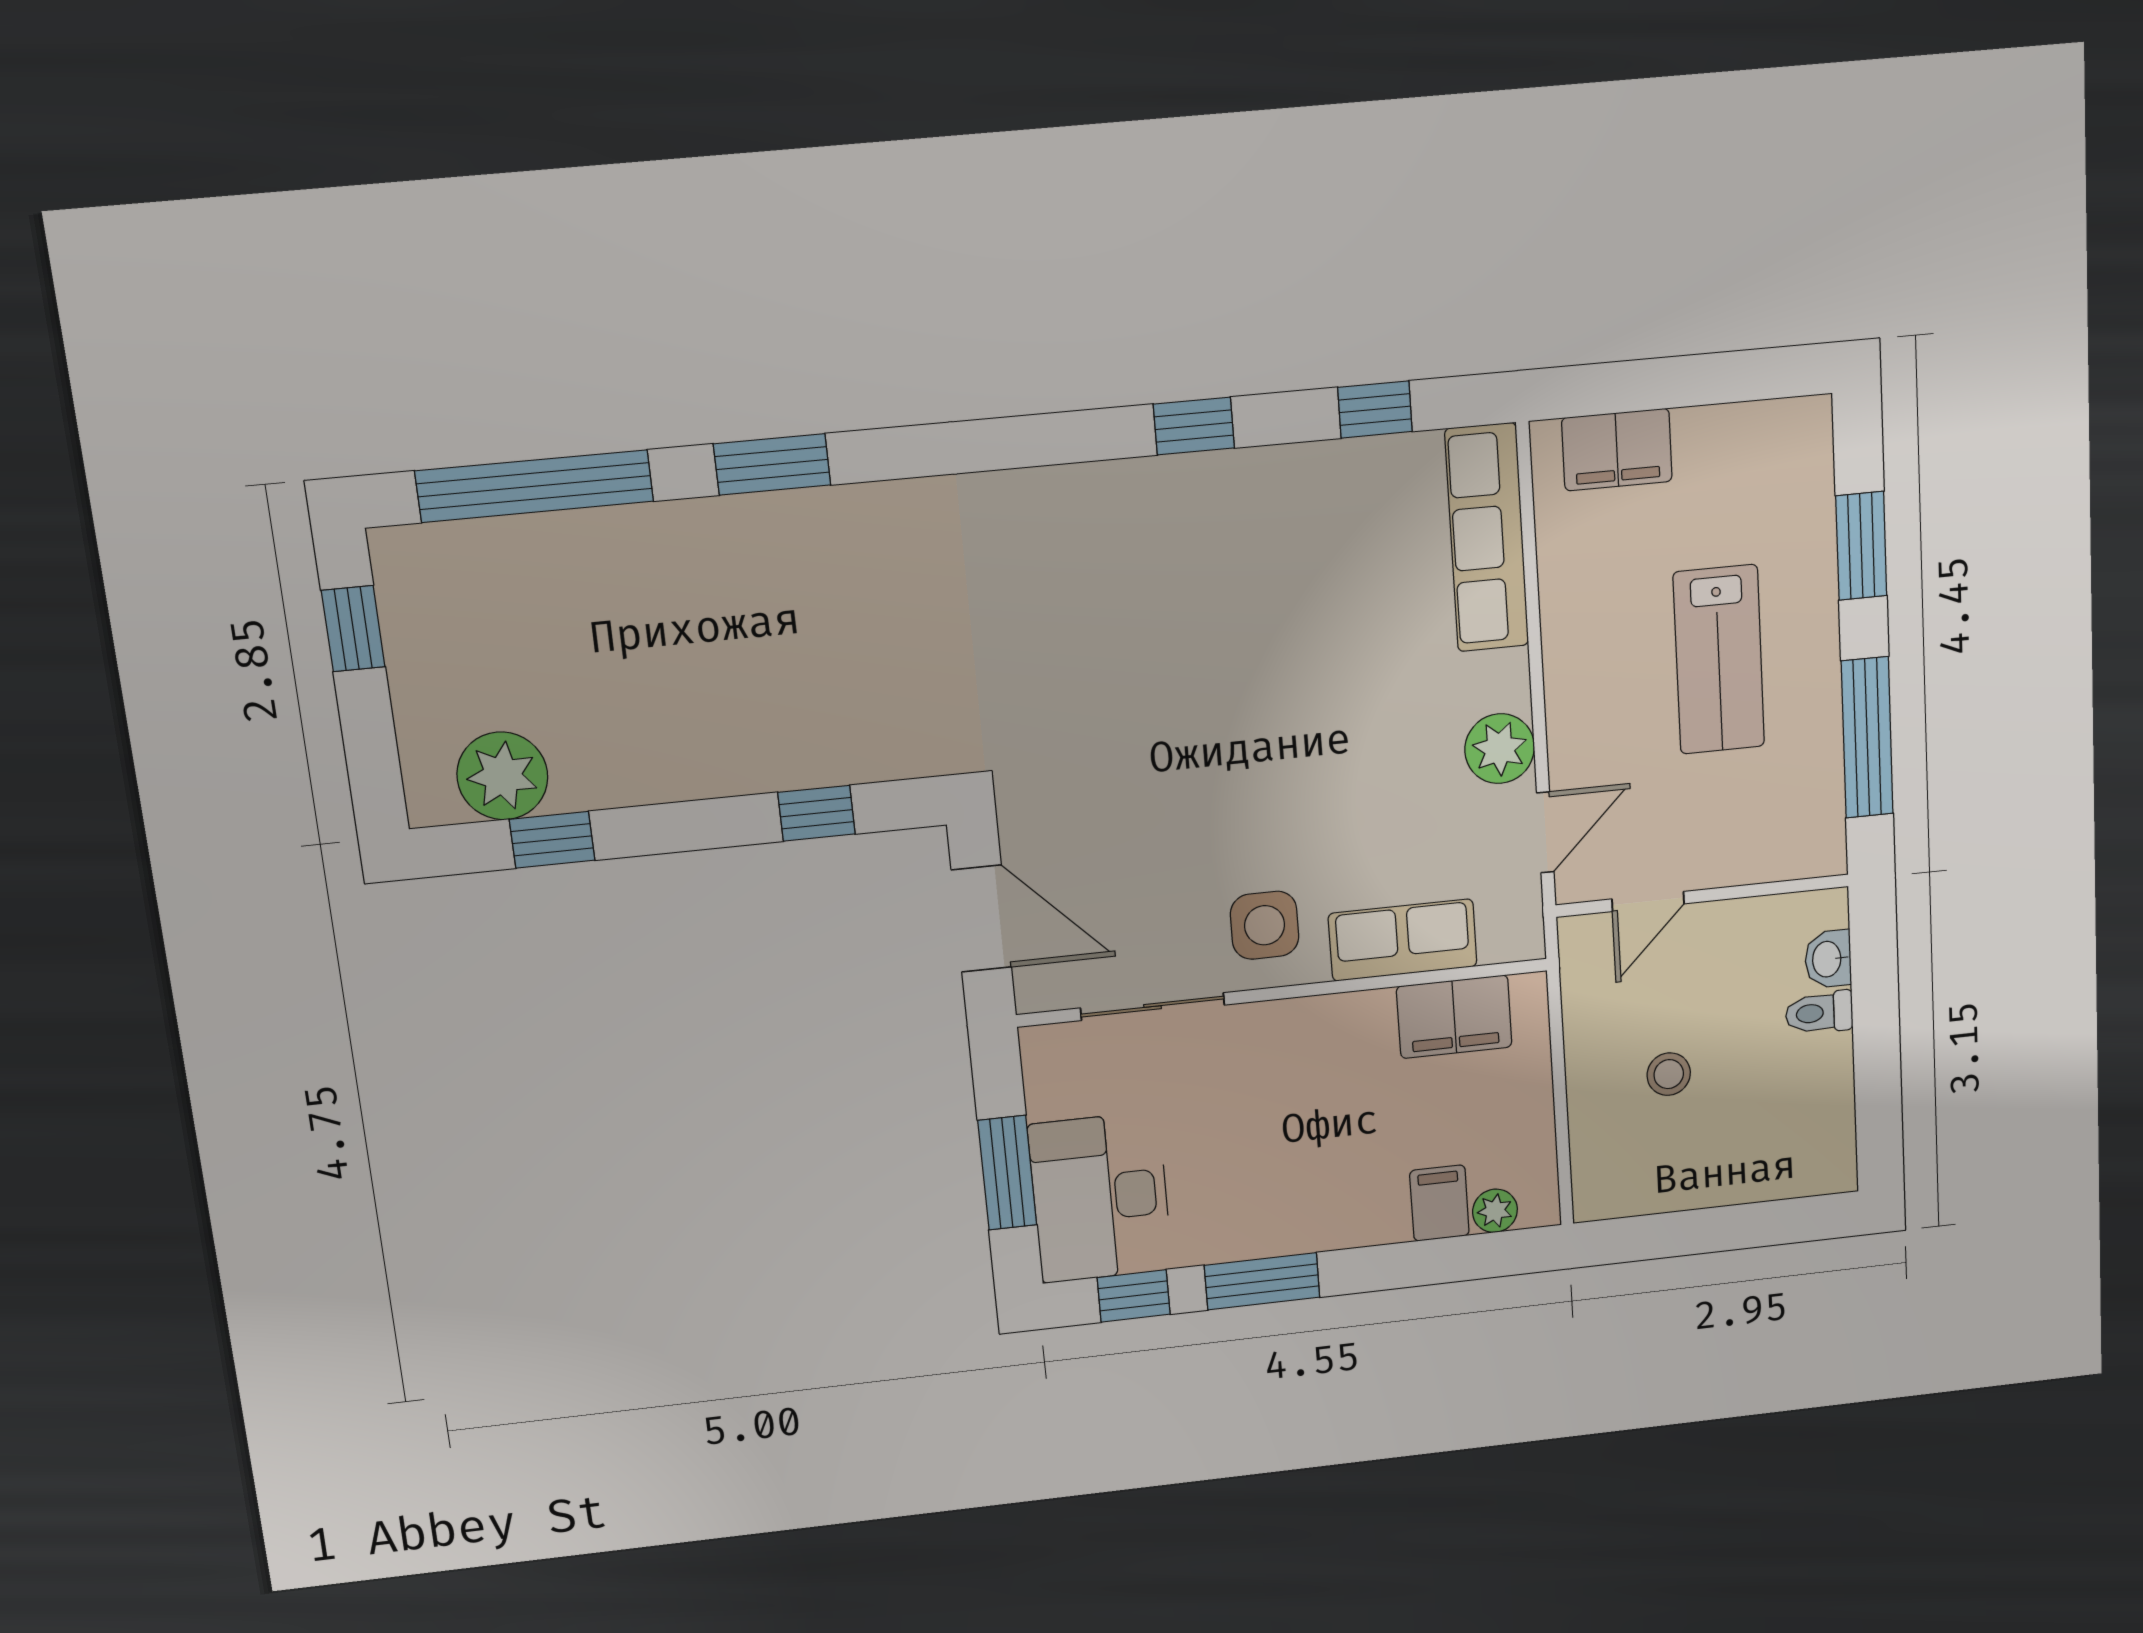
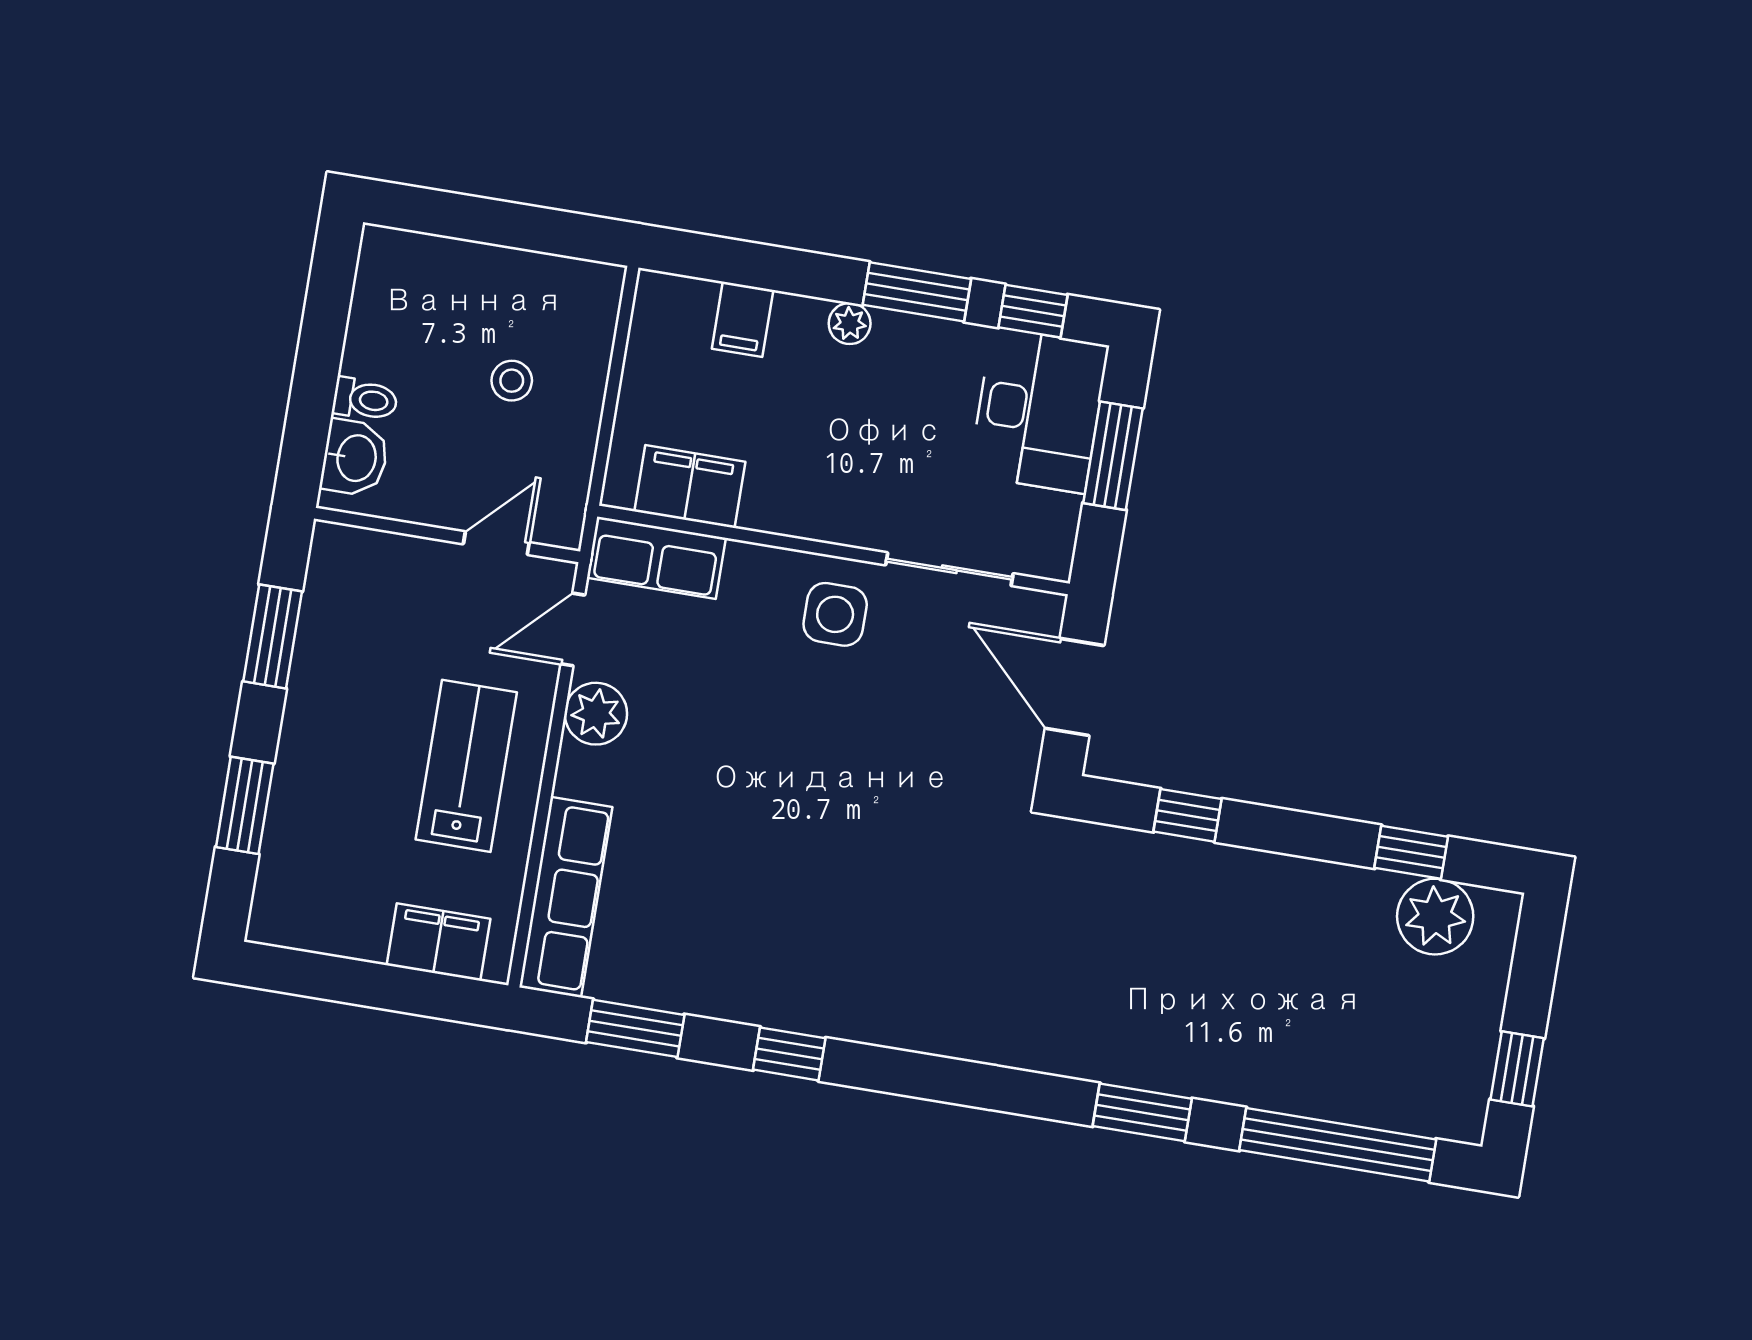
window: (1375, 409) -> (635, 1028), width x1.50
lab bench: (1719, 660) -> (466, 766), moved
window: (1867, 738) -> (273, 636), width x0.69
row of seats: (1403, 940) -> (656, 558), moved
washbasin: (1828, 959) -> (355, 458), width x1.38, depth x1.45
plant: (1495, 1211) -> (850, 324), moved

